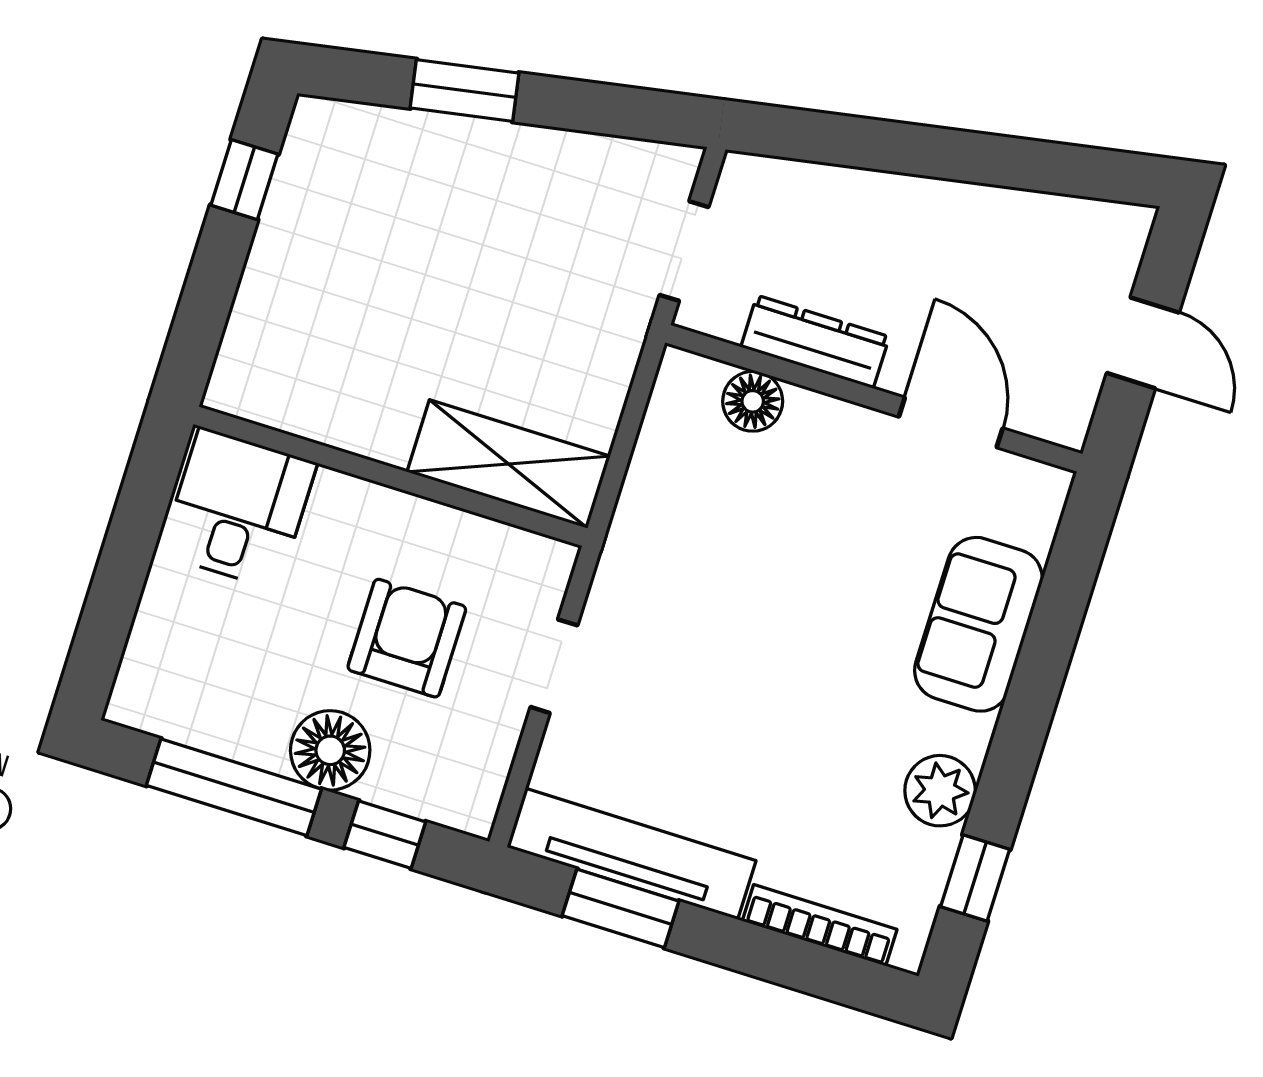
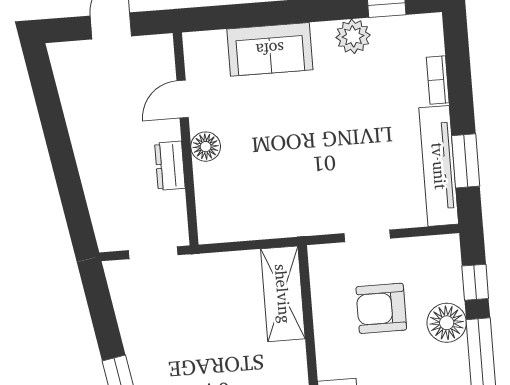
dresser: (815, 342) -> (170, 166), width x0.70
floor lamp: (753, 401) -> (206, 147), moved
door: (951, 422) -> (183, 99), width x0.73
bookcase: (820, 925) -> (438, 80), width x0.64

